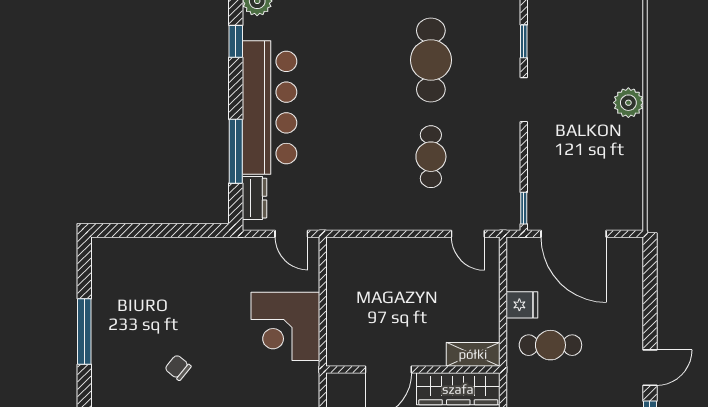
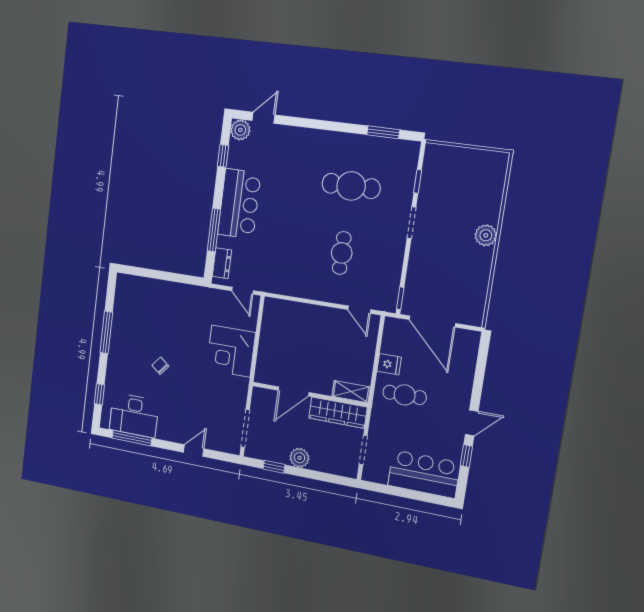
cafe table: (431, 60) -> (351, 186), turned 90
bar counter: (269, 107) -> (239, 204), width x0.73

